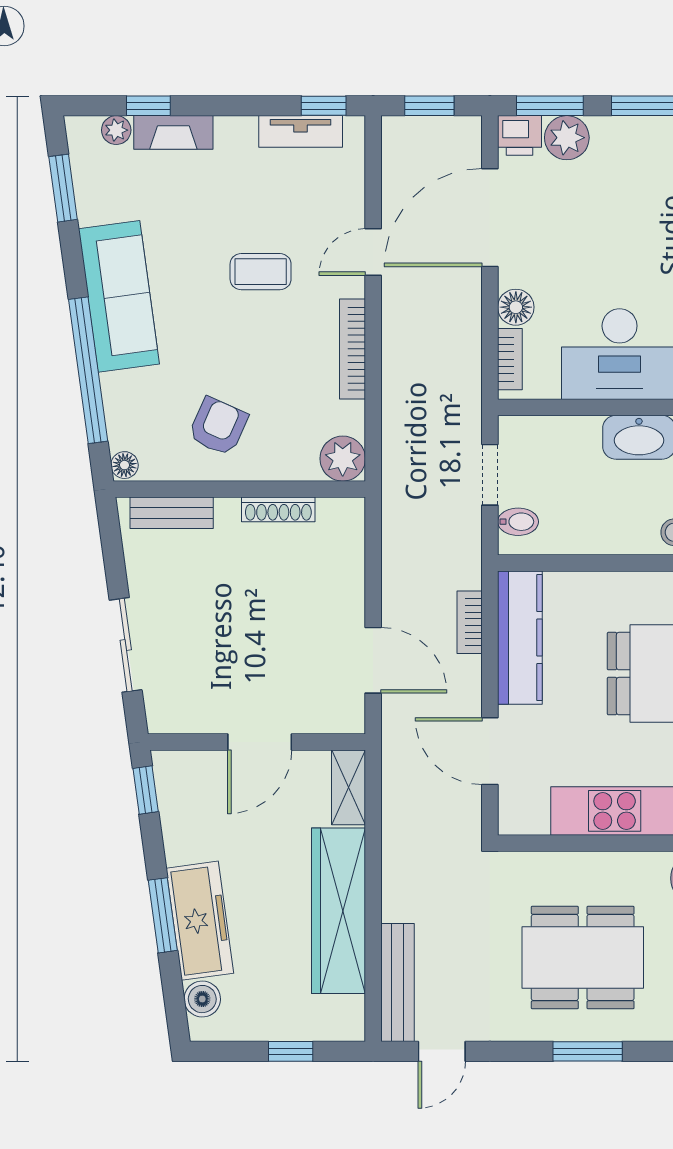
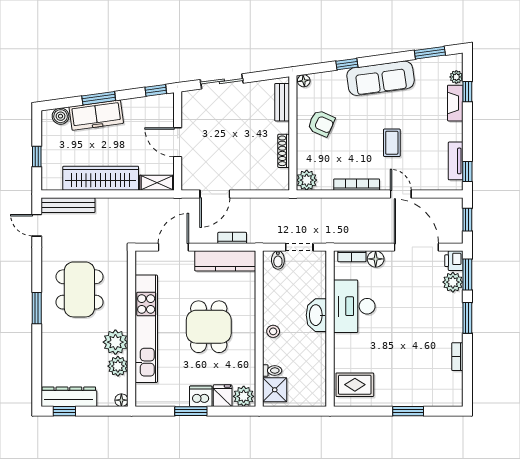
window: (88, 370) -> (347, 64), width x0.32
window: (588, 1051) -> (37, 308), moved

